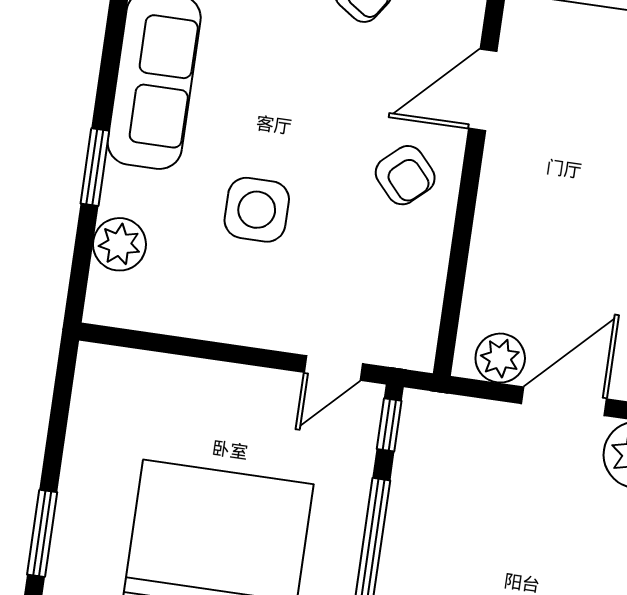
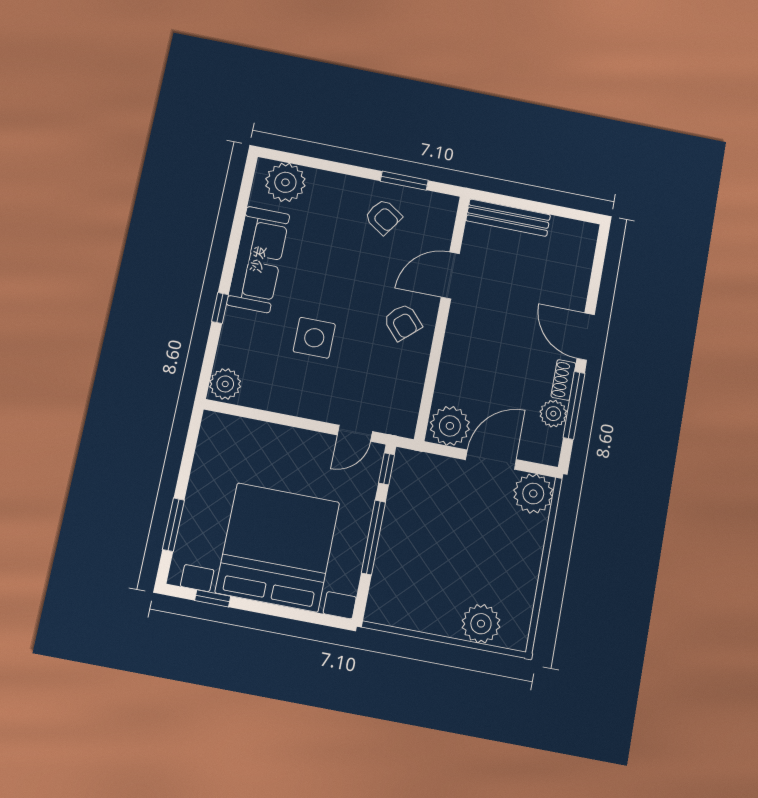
window: (95, 167) -> (220, 308), width x0.67
plant: (119, 244) -> (225, 384), moved
plant: (500, 358) -> (450, 426), width x1.36, depth x1.36

